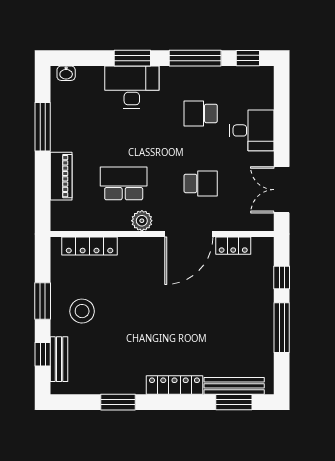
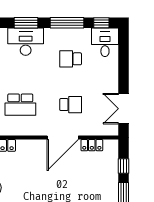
desk: (252, 130) -> (105, 42), moved, turned -90
school desk: (124, 183) -> (20, 105), turned 180
plant: (142, 221) -> (32, 129), removed

